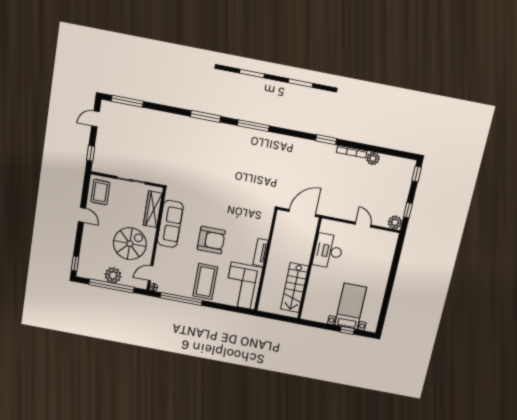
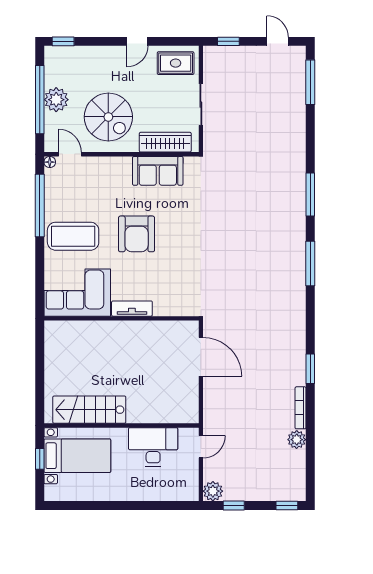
sofa: (170, 224) -> (158, 171), width x0.73
desk: (328, 251) -> (153, 447), moved
wall: (309, 269) -> (121, 425), moved
stairs: (295, 288) -> (89, 410), moved

